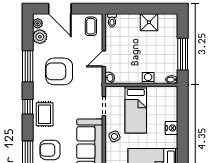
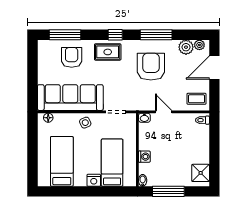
shower: (149, 22) -> (201, 173), moved
bed: (136, 110) -> (112, 163), moved, turned 90

